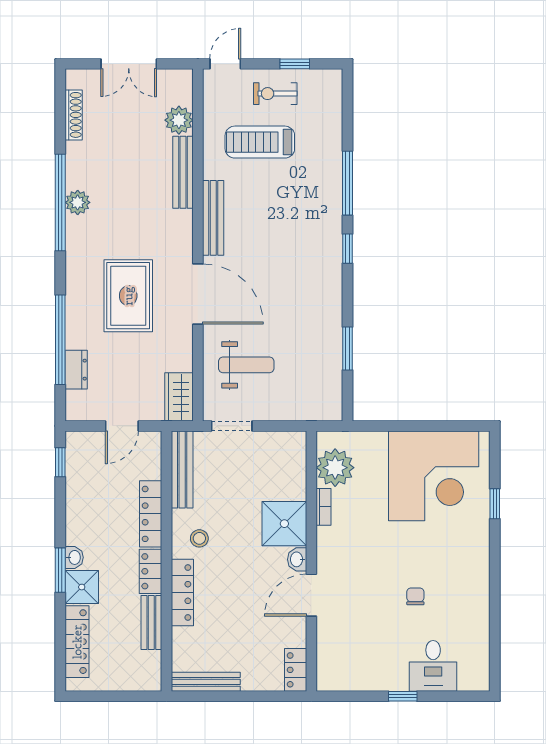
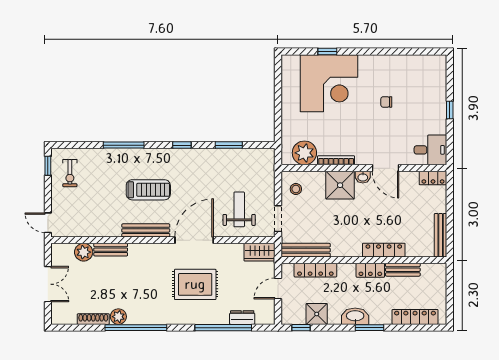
window: (295, 64) -> (48, 166), moved
exercise bike: (275, 94) -> (70, 173), moved
shoe rack: (74, 115) -> (93, 319), moved
treadmill: (260, 142) -> (148, 190), moved, turned -90
bench: (183, 172) -> (111, 250), width x0.73
plant: (78, 202) -> (118, 317), moved
window: (348, 249) -> (182, 145), moved
door: (122, 426) -> (278, 289), swing flipped
corner desk: (434, 476) -> (329, 83), moved, turned 90
bookcase: (324, 507) -> (336, 160), width x1.56
locker: (151, 514) -> (315, 270), moved
stool: (199, 538) -> (296, 189), moved
washbasin: (74, 557) -> (355, 316), width x1.91, depth x1.45
shower: (82, 587) -> (317, 314), moved
desk: (433, 666) -> (430, 150), moved

